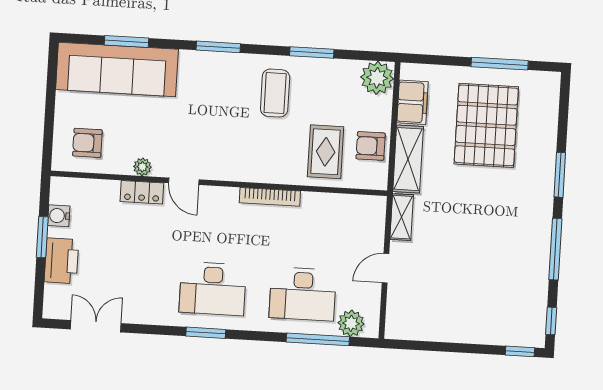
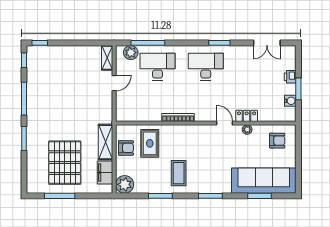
shelving: (402, 217) -> (107, 58), moved
printer: (61, 261) -> (290, 77), width x0.53, depth x0.68
window: (206, 333) -> (219, 43), moved

